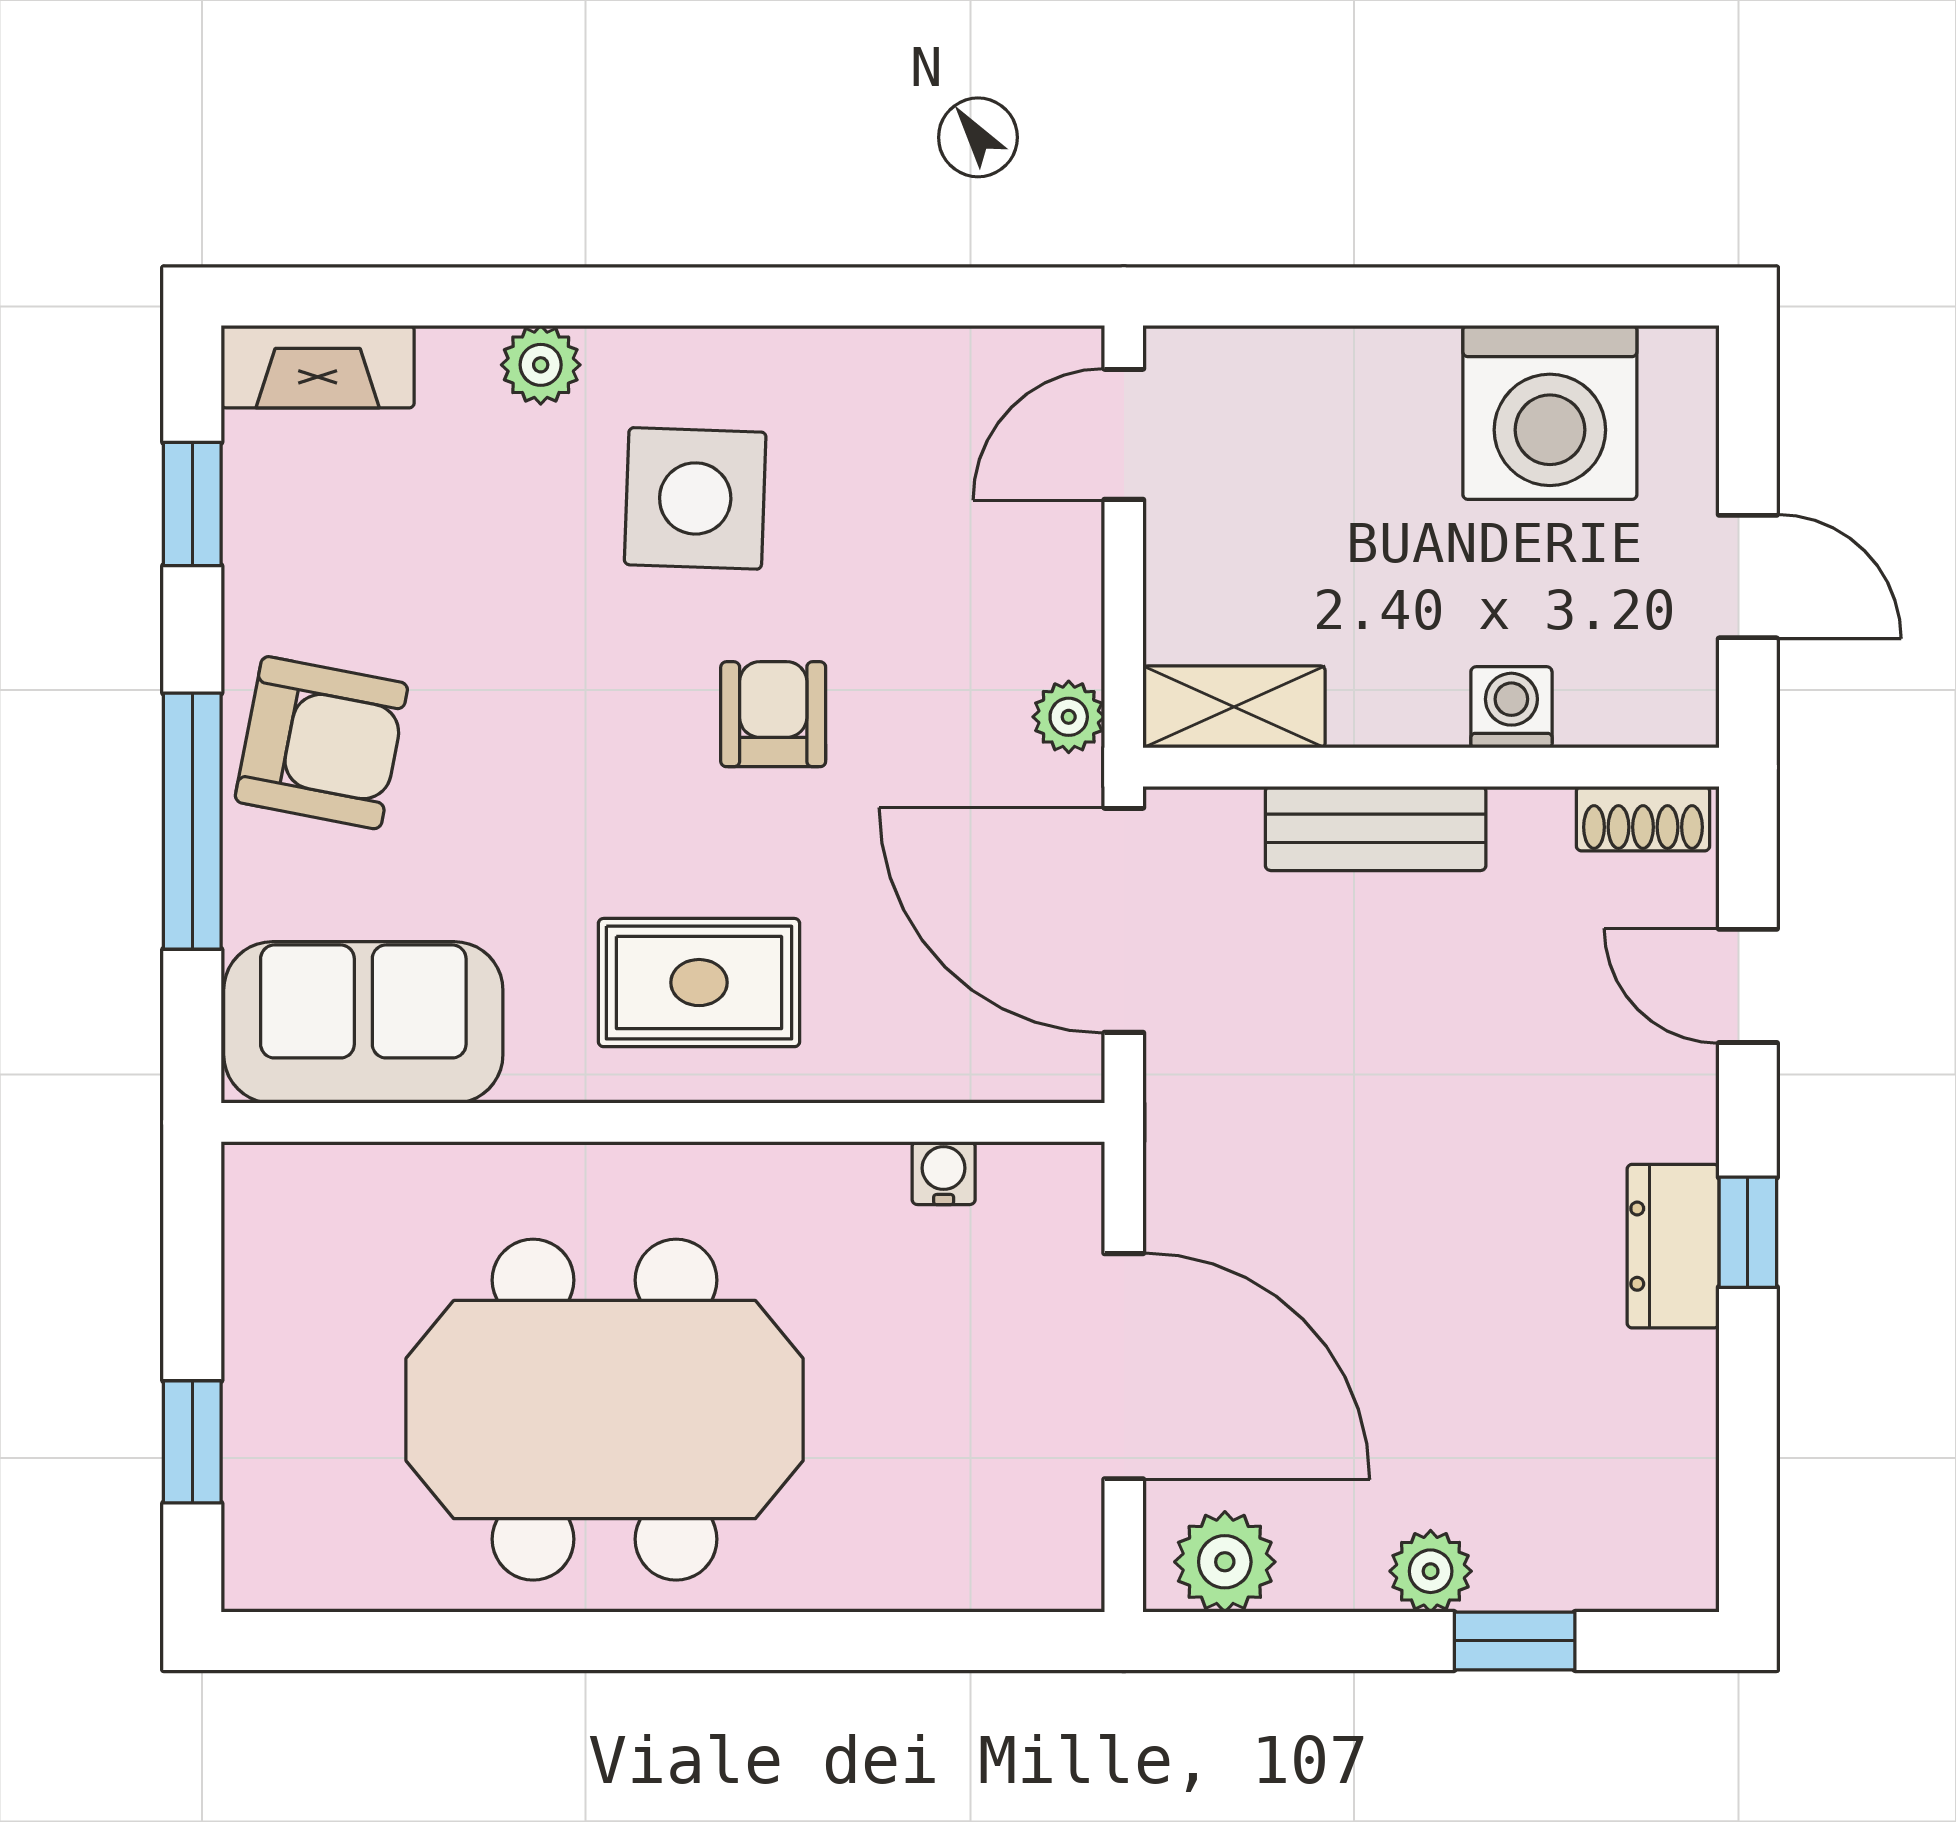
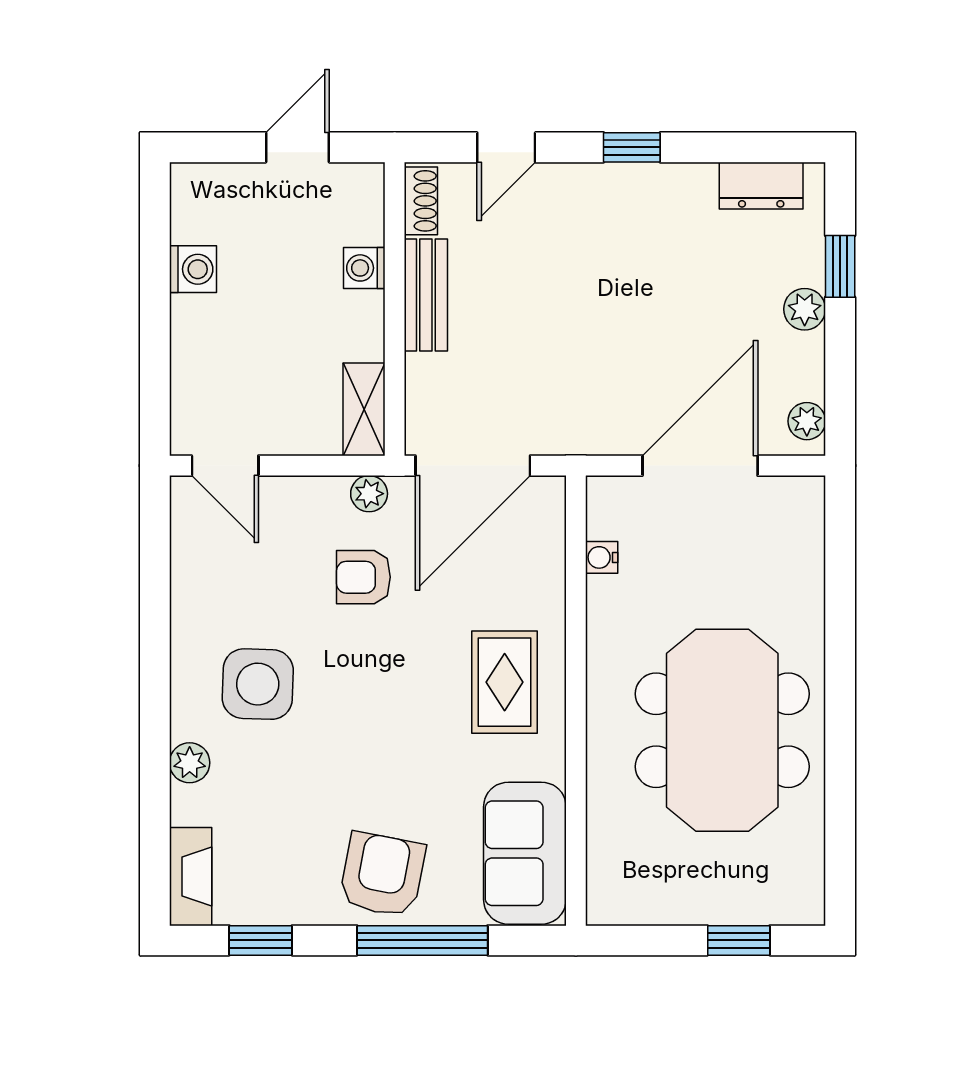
washing machine: (1550, 412) -> (193, 269), width x0.53, depth x0.53
armchair: (773, 714) -> (363, 577), moved
bench: (1376, 828) -> (426, 295), moved
dresser: (1673, 1246) -> (761, 186), moved
plant: (1225, 1562) -> (807, 421), width x0.73, depth x0.73

